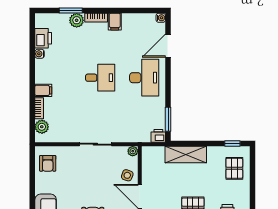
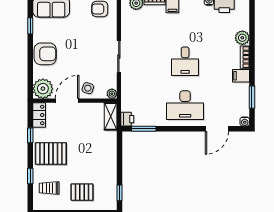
window: (71, 10) -> (252, 97), moved
door: (168, 46) -> (217, 129), swing flipped
shelving: (186, 154) -> (111, 116), moved, width x0.67, depth x0.75
pallet: (234, 168) -> (82, 192), moved

